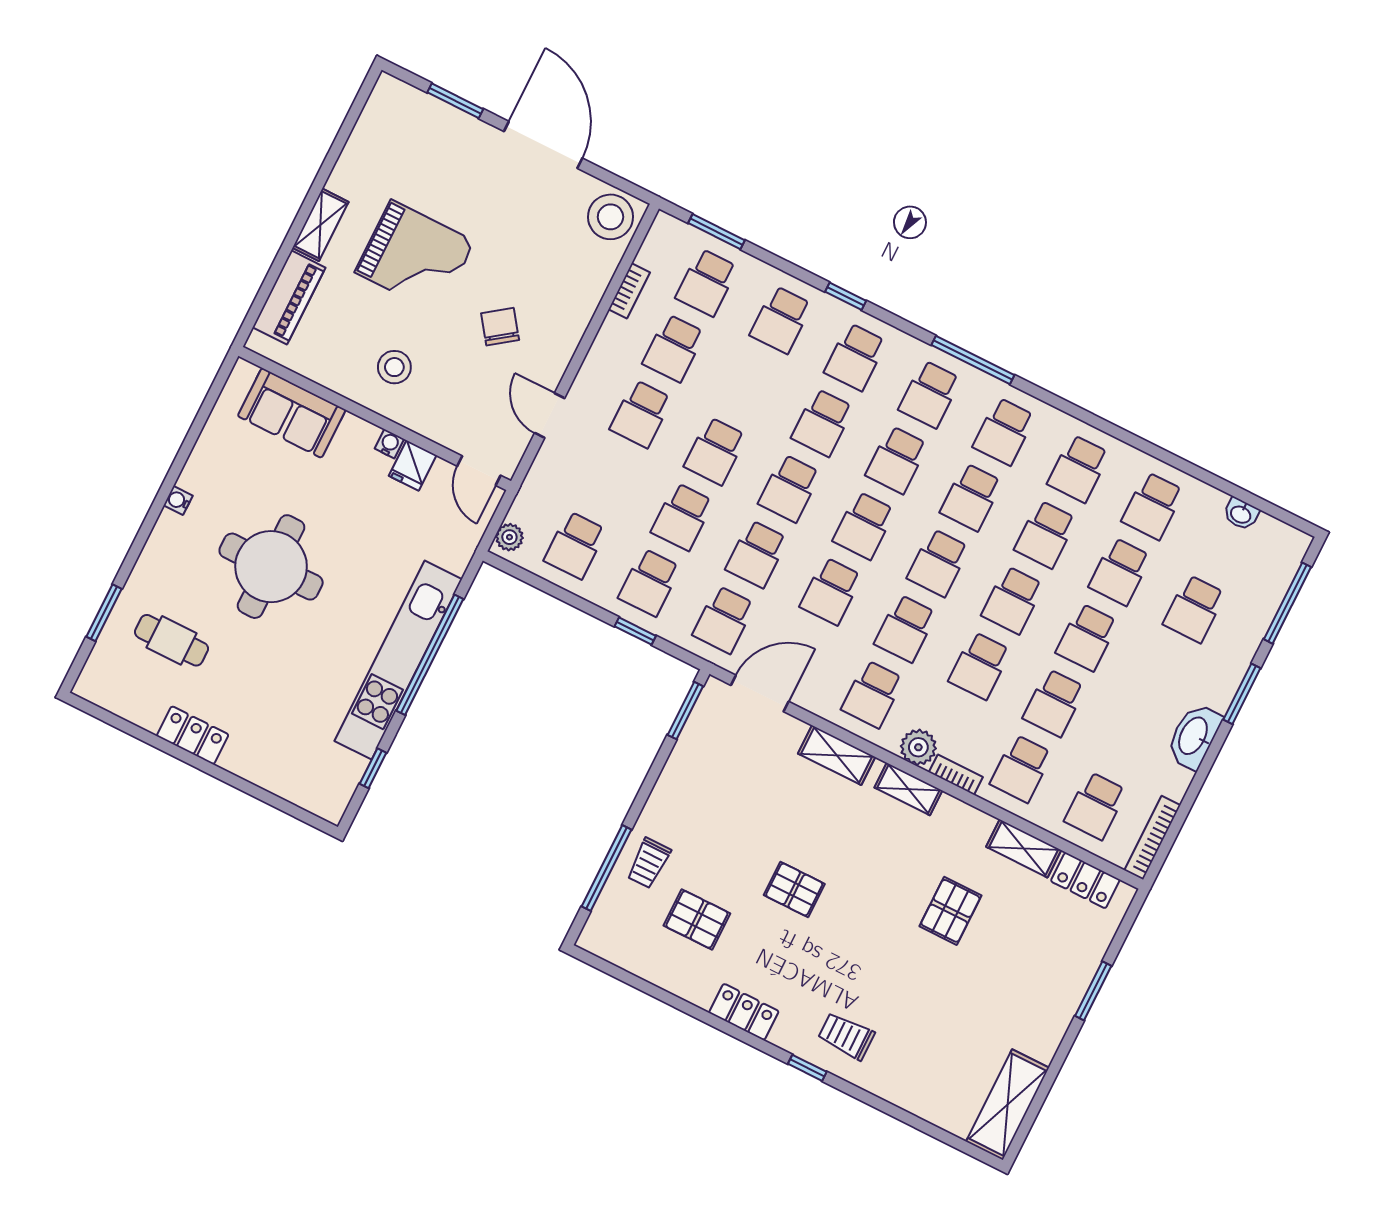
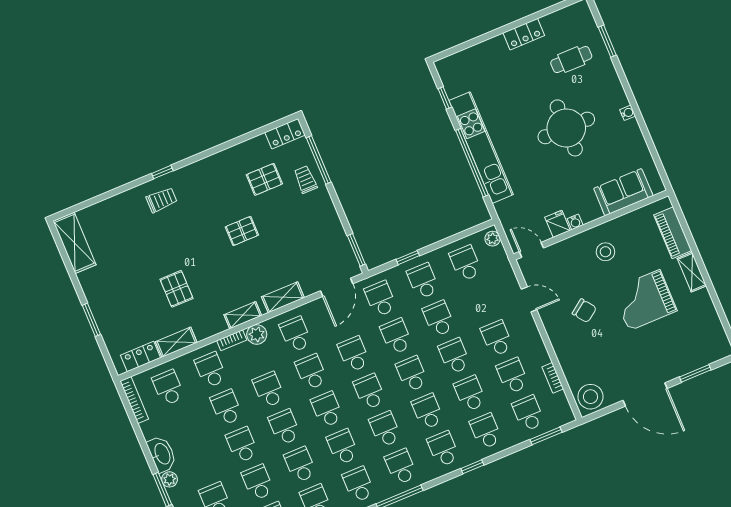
school desk: (748, 385) -> (470, 394), added
plant: (1220, 696) -> (170, 479), added
locker: (744, 1012) -> (285, 134), moved

